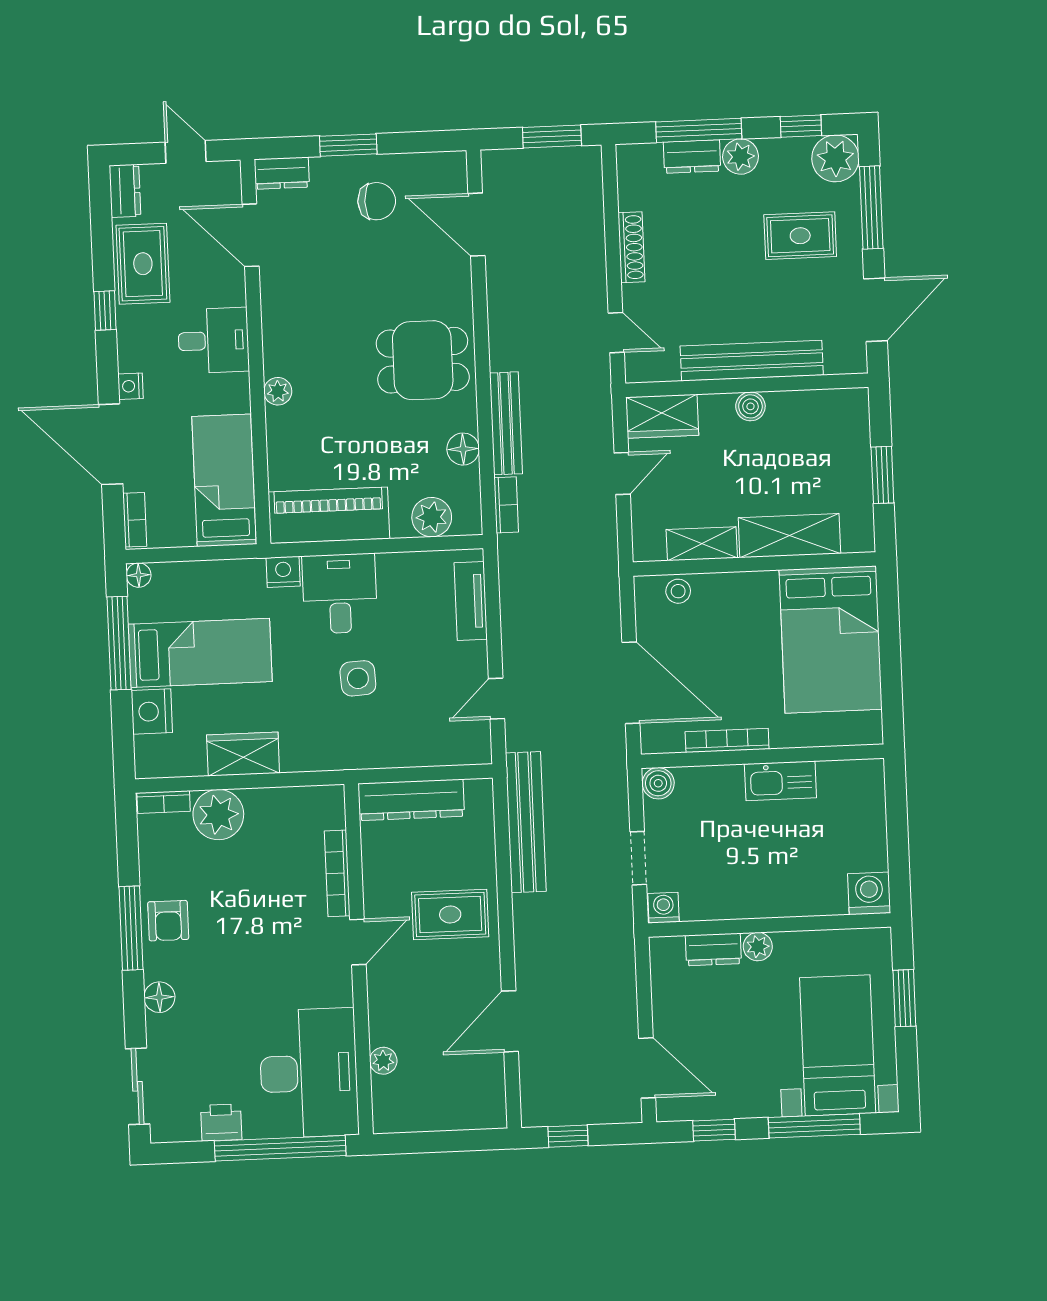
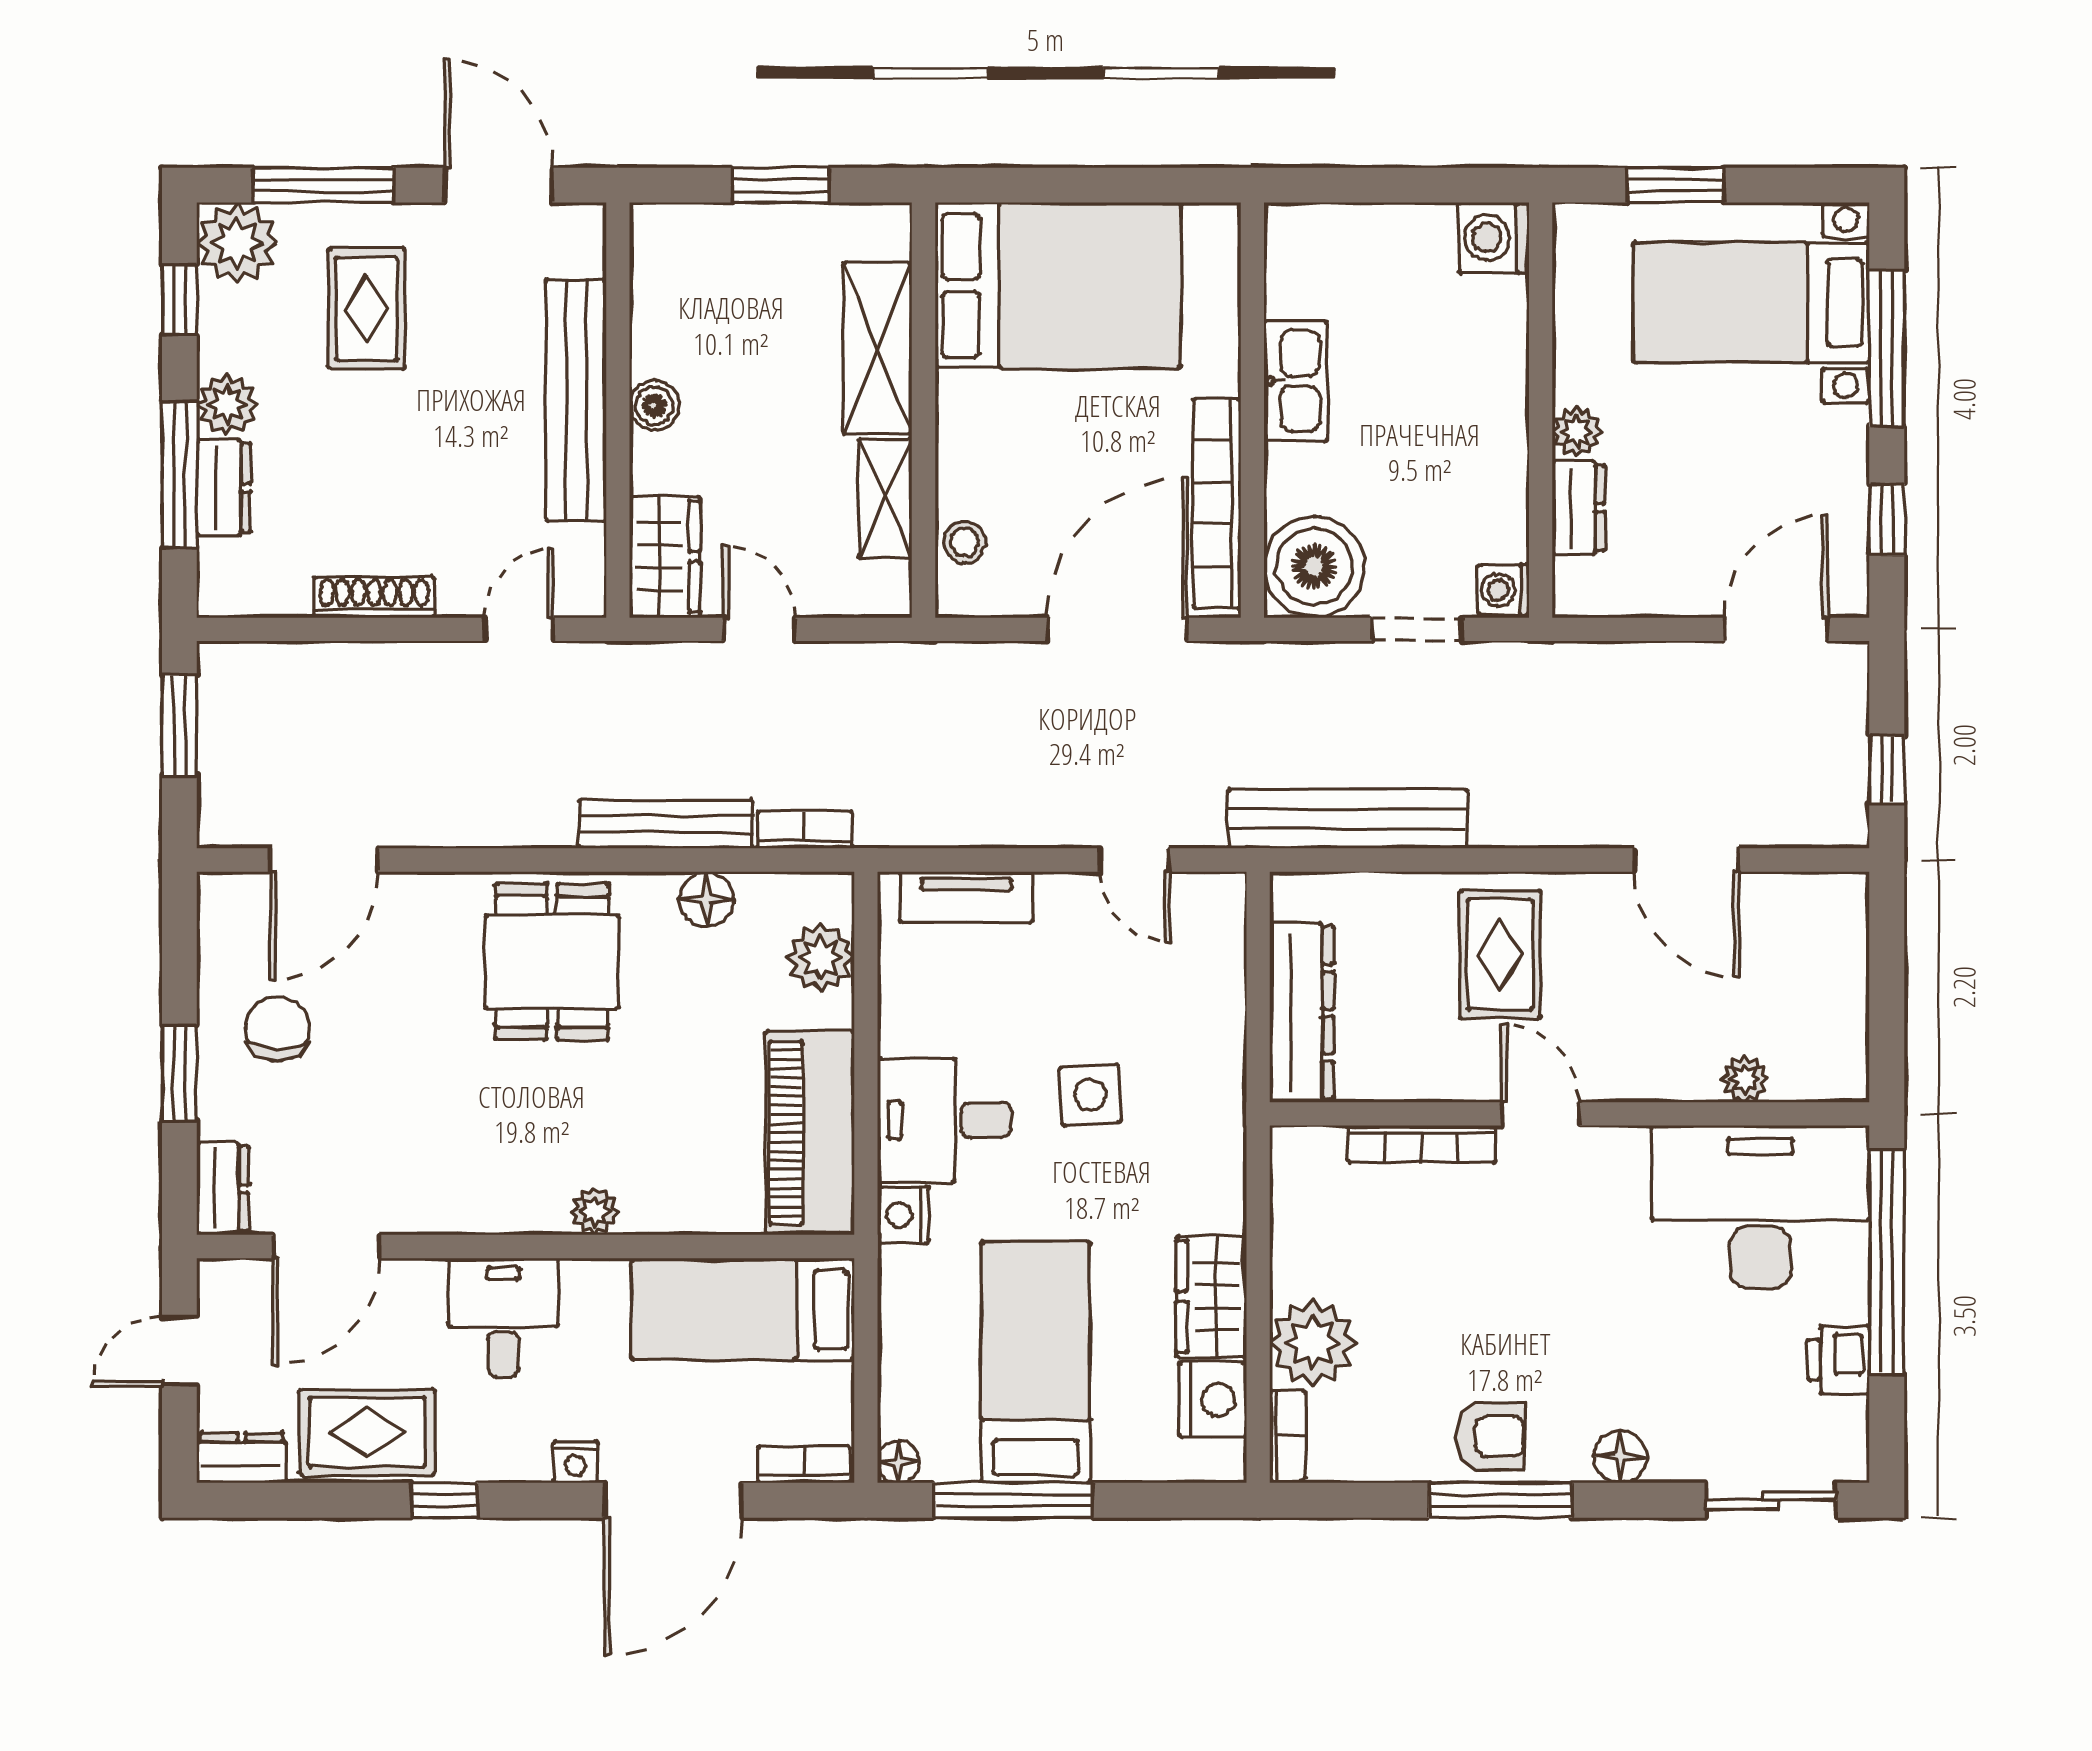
nightstand: (152, 711) -> (1213, 1400), moved, turned -90
bookcase: (727, 740) -> (1217, 503), width x1.48, depth x1.31
boiler: (658, 783) -> (1314, 567), width x1.86, depth x1.86

